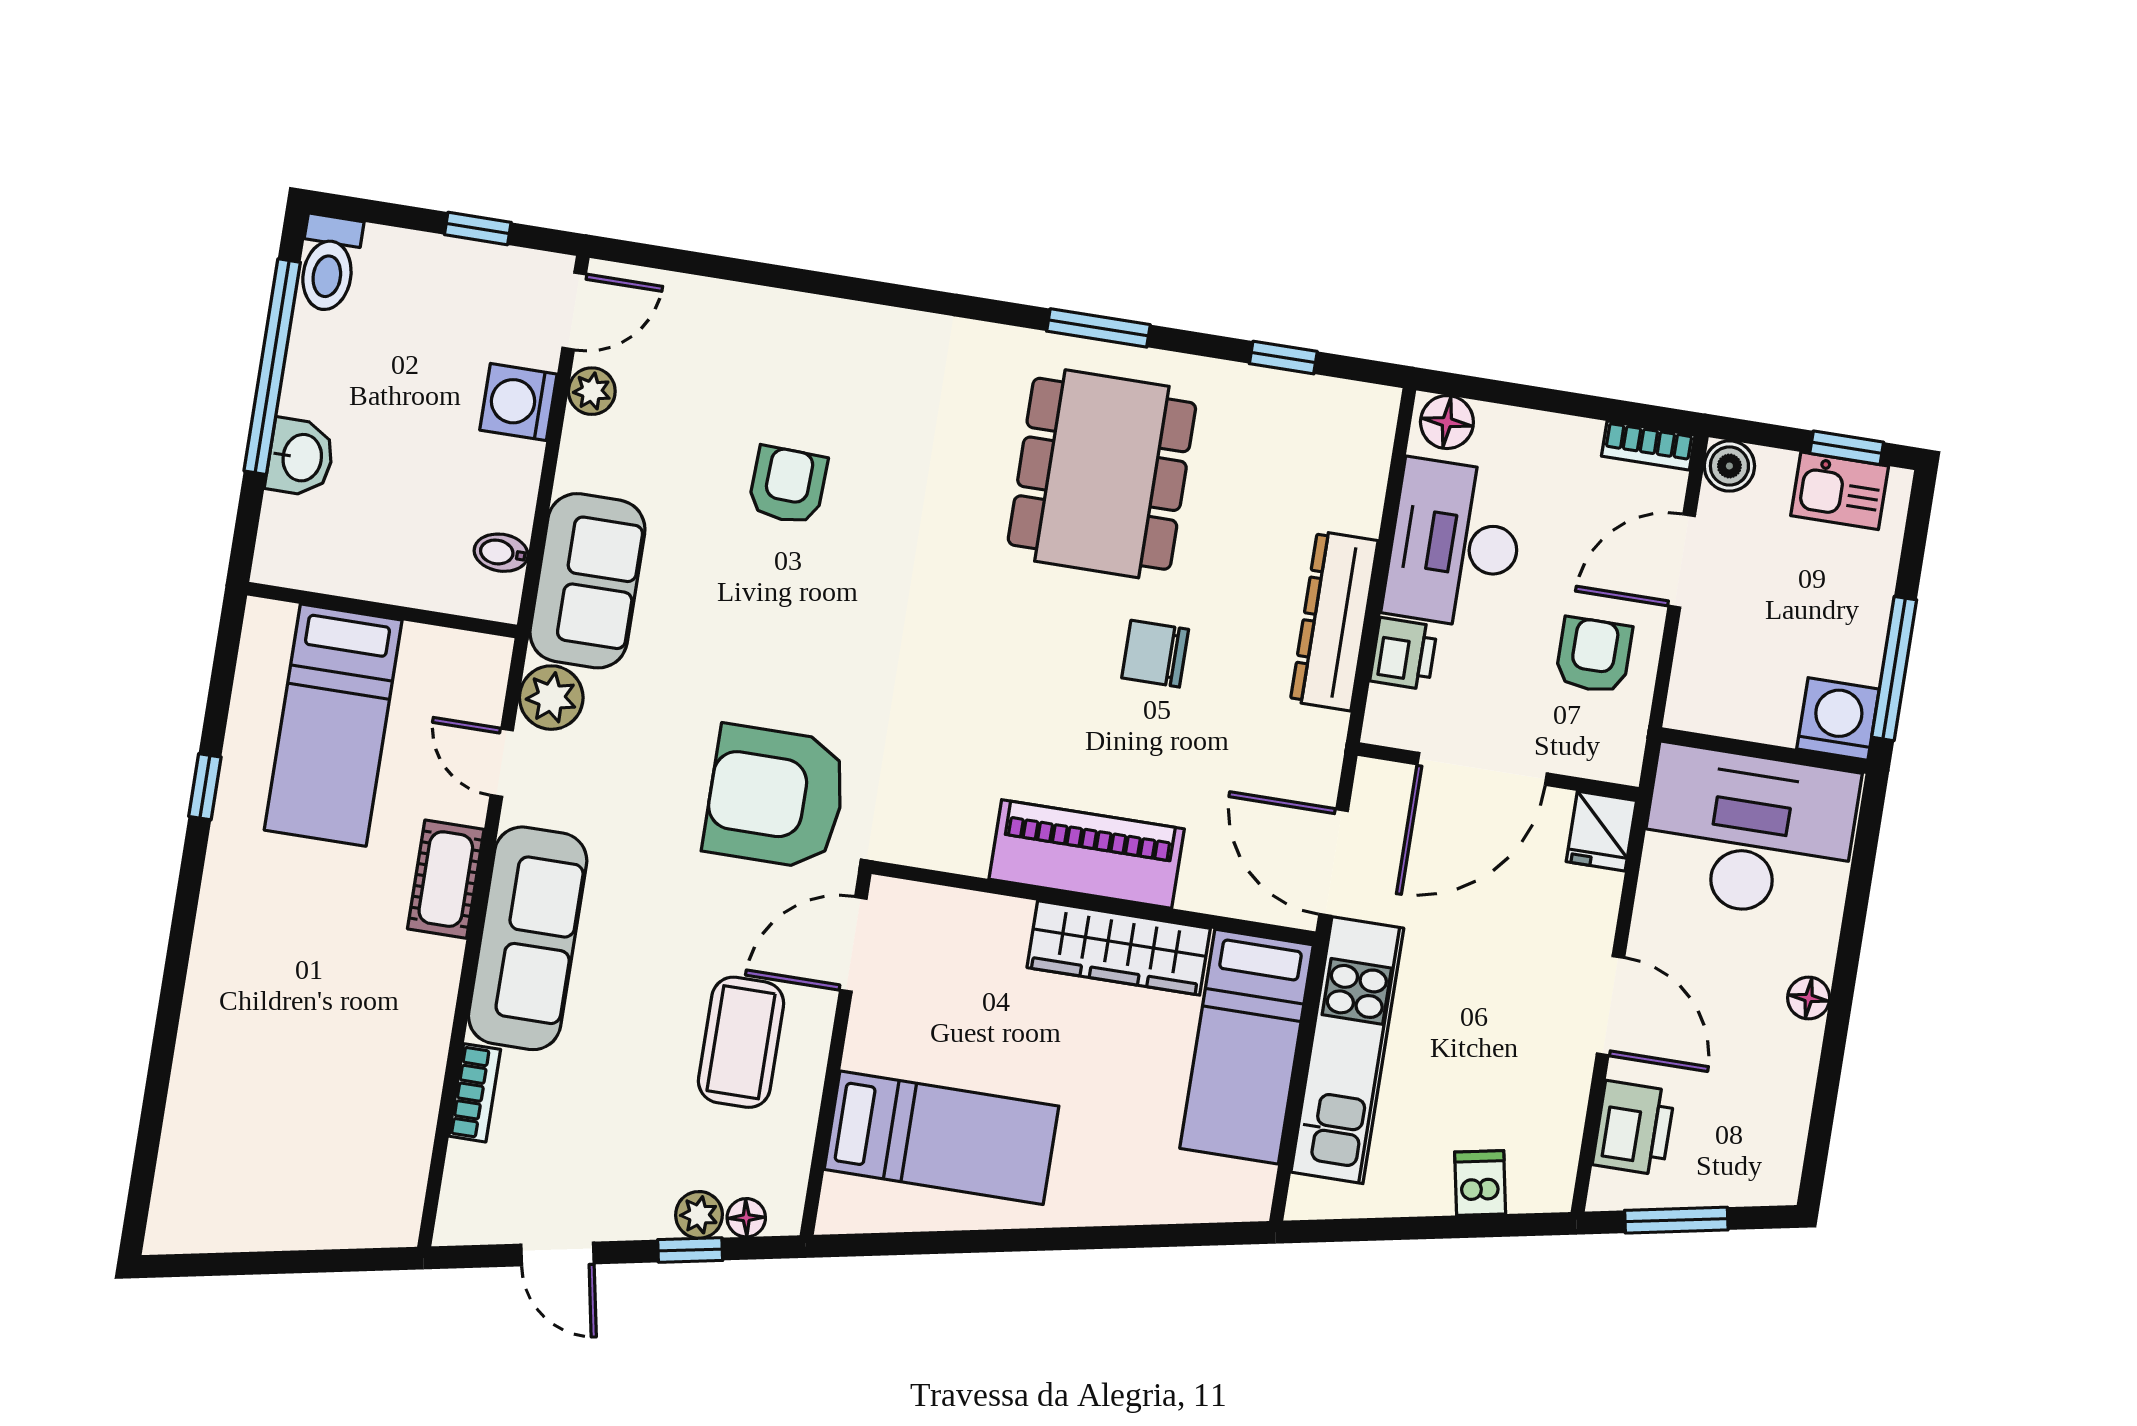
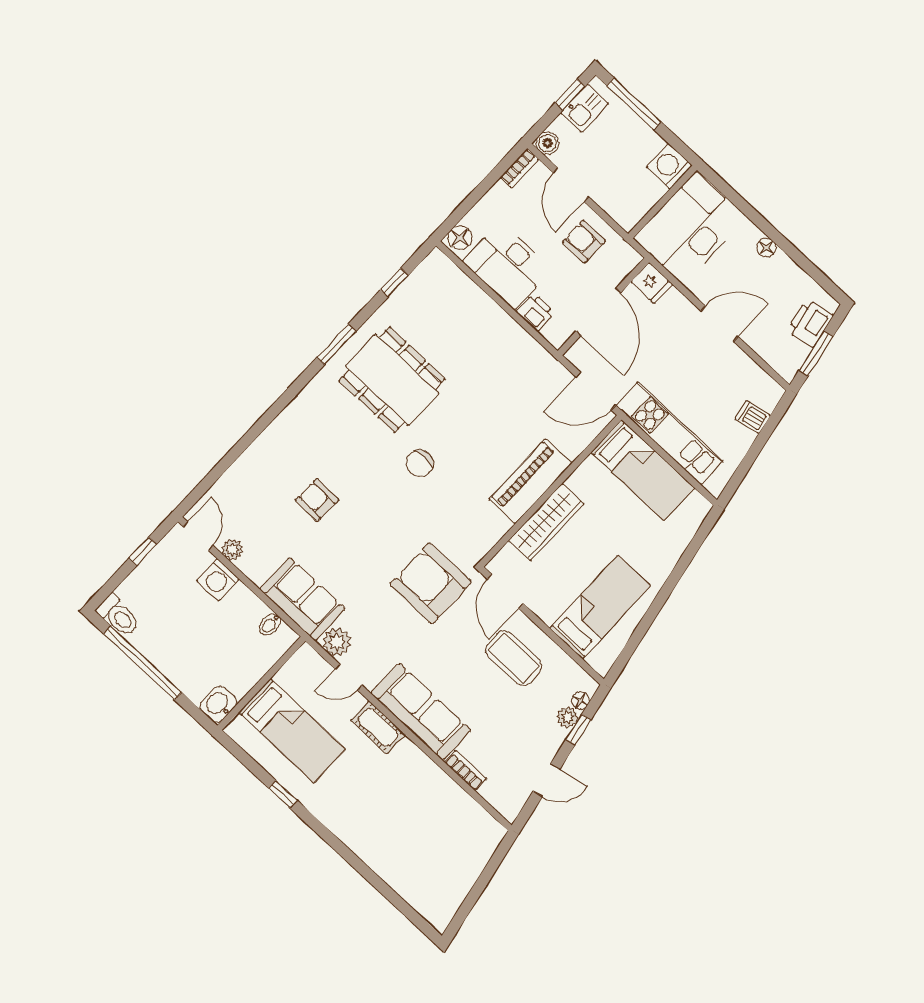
washbasin: (300, 457) -> (218, 704), moved, turned -90
dresser: (1334, 621) -> (506, 330), removed
chair: (1155, 654) -> (420, 463), moved
window: (1894, 669) -> (634, 104), moved
armchair: (776, 797) -> (431, 583), turned 90
wardrobe: (1119, 948) -> (546, 522), moved
printer: (1634, 1128) -> (810, 323), moved, turned -101

